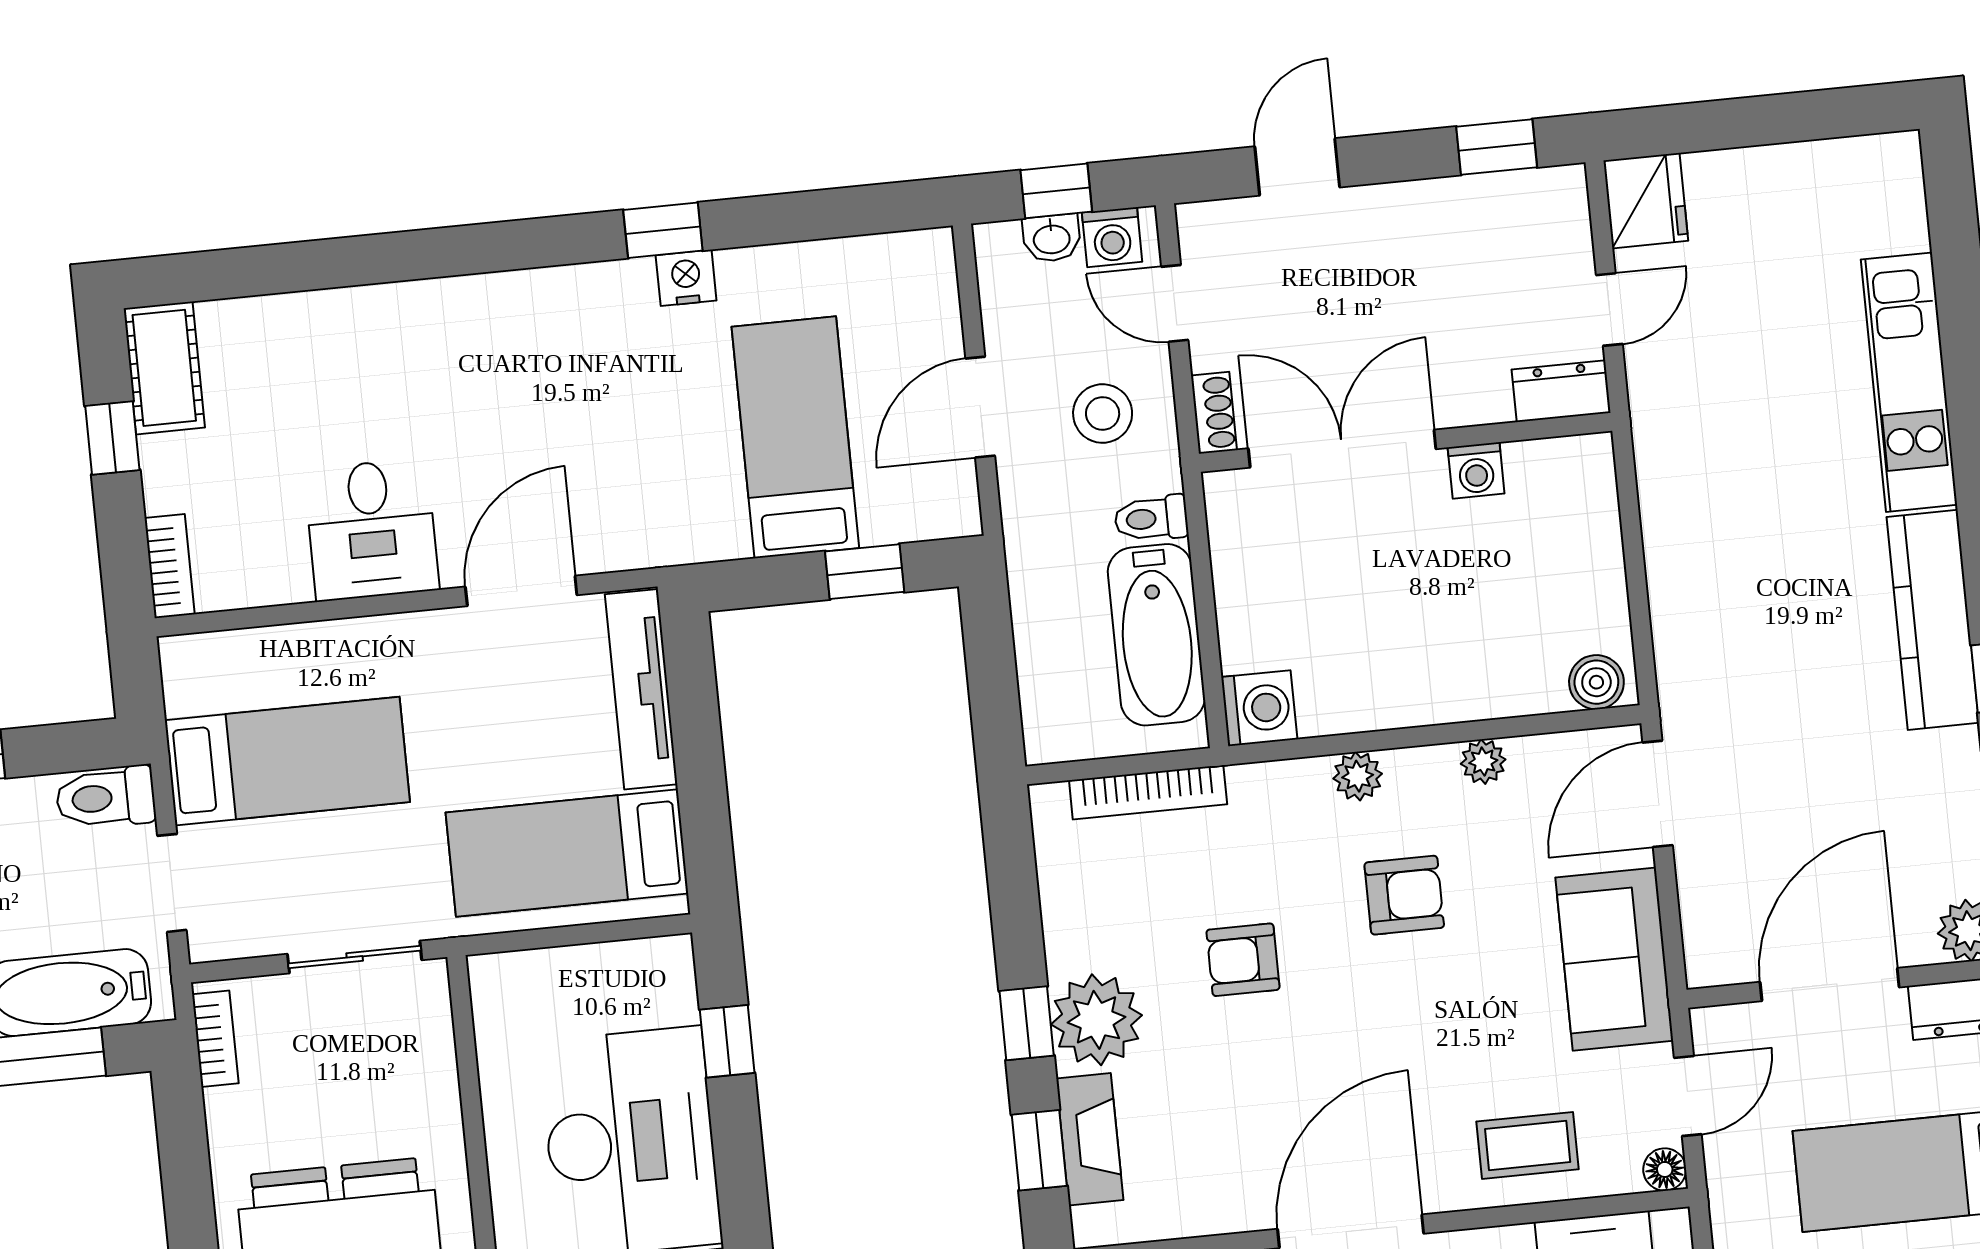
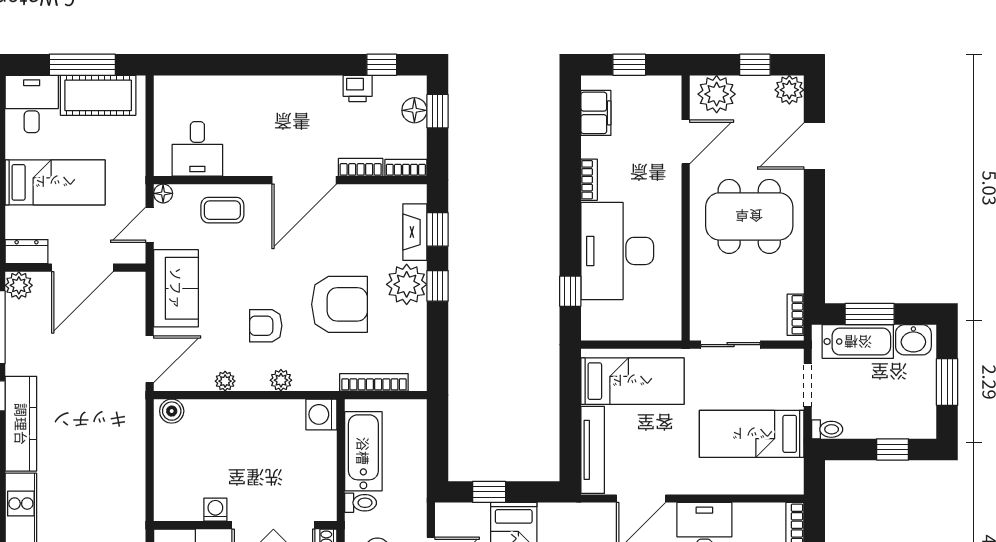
toilet: (106, 798) -> (827, 429), width x0.73, depth x0.72
armchair: (1243, 960) -> (340, 304), width x1.88, depth x1.88

